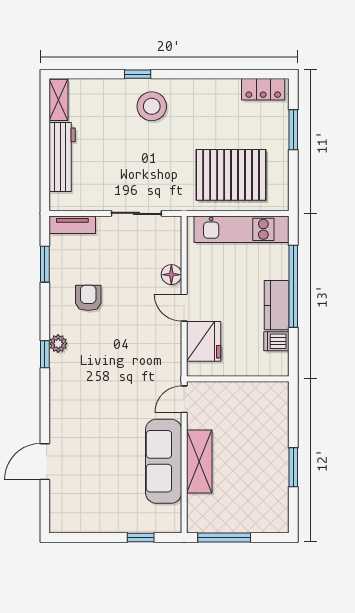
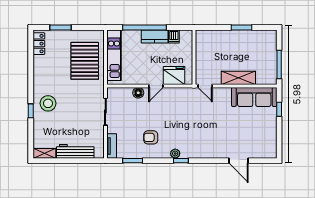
sofa: (164, 461) -> (254, 97), moved

